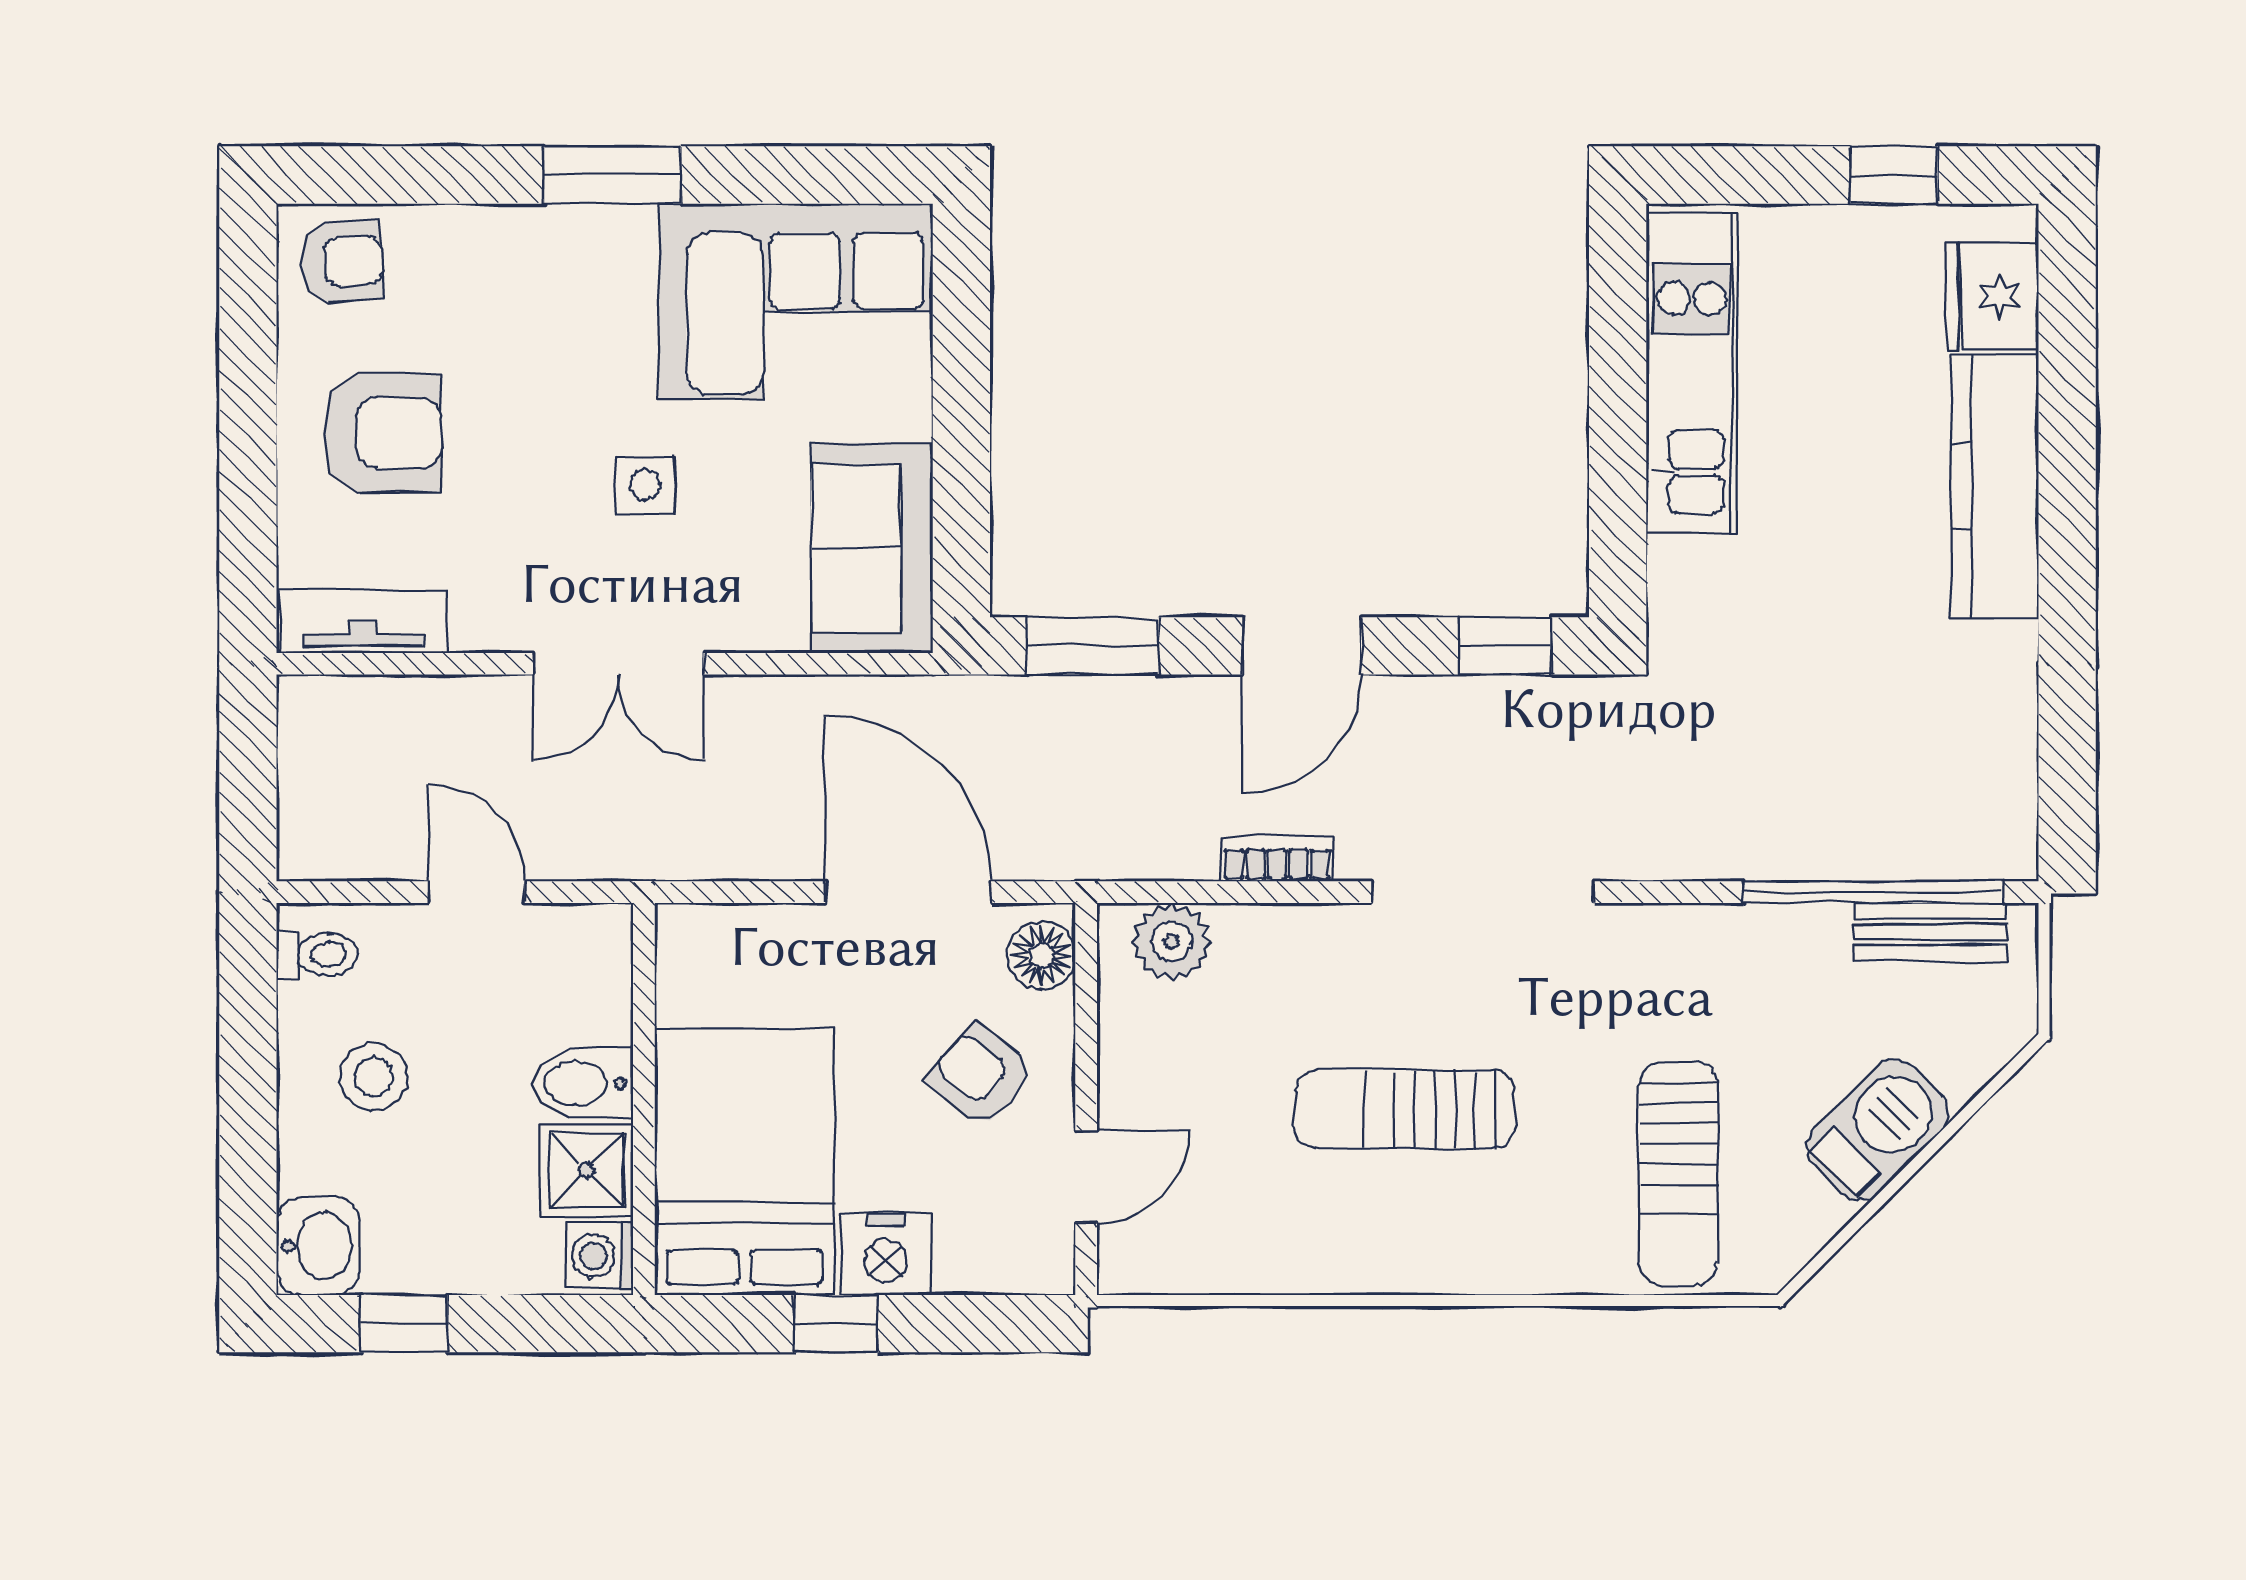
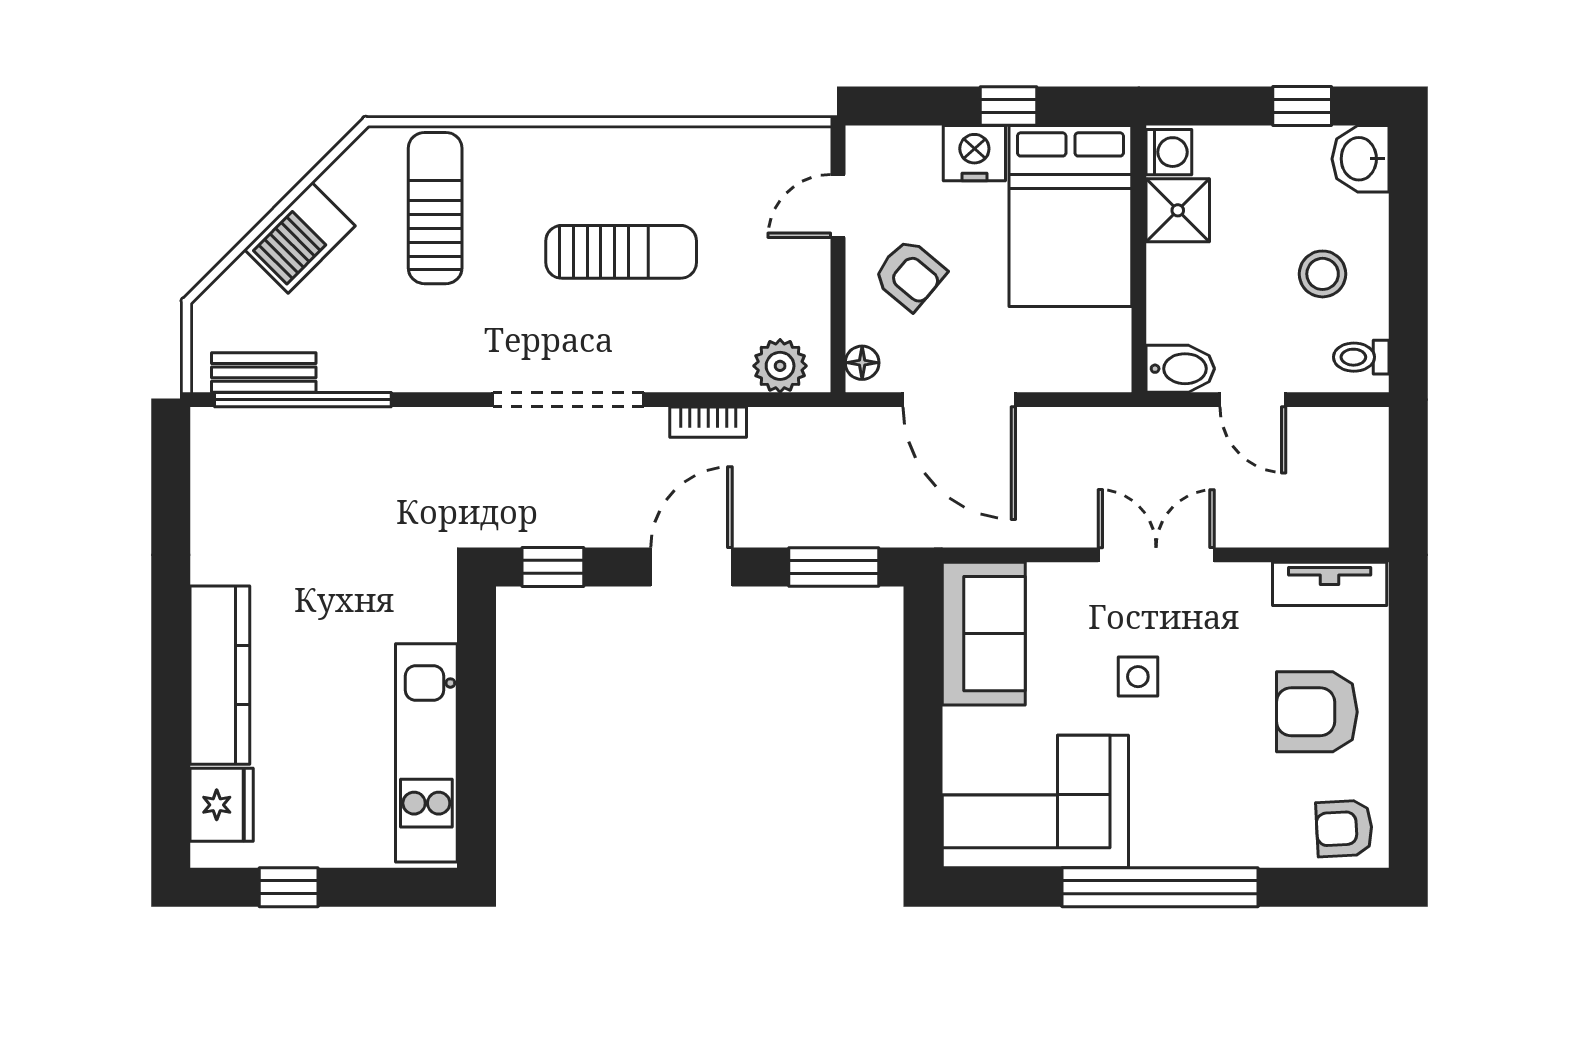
window: (613, 175) -> (1160, 887), width x2.11
floor lamp: (1042, 955) -> (862, 363), width x0.73, depth x0.73
bidet: (583, 1083) -> (1180, 369), moved

